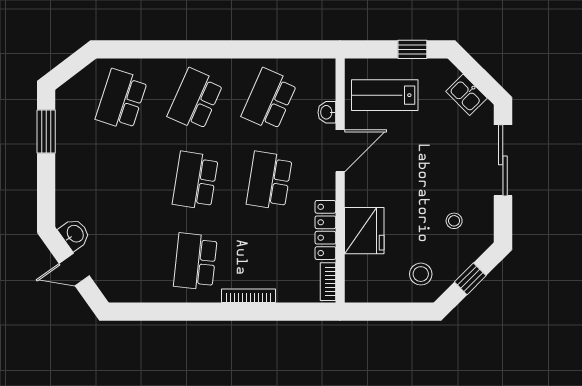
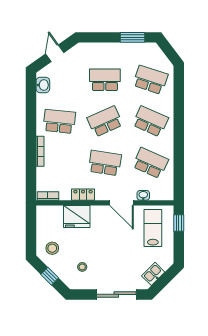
window: (412, 49) -> (179, 223), moved
school desk: (121, 180) -> (105, 80), added
school desk: (195, 180) -> (105, 121), turned -33
locker: (325, 230) -> (83, 195), width x0.66
washbasin: (75, 234) -> (43, 85), moved, turned -55

